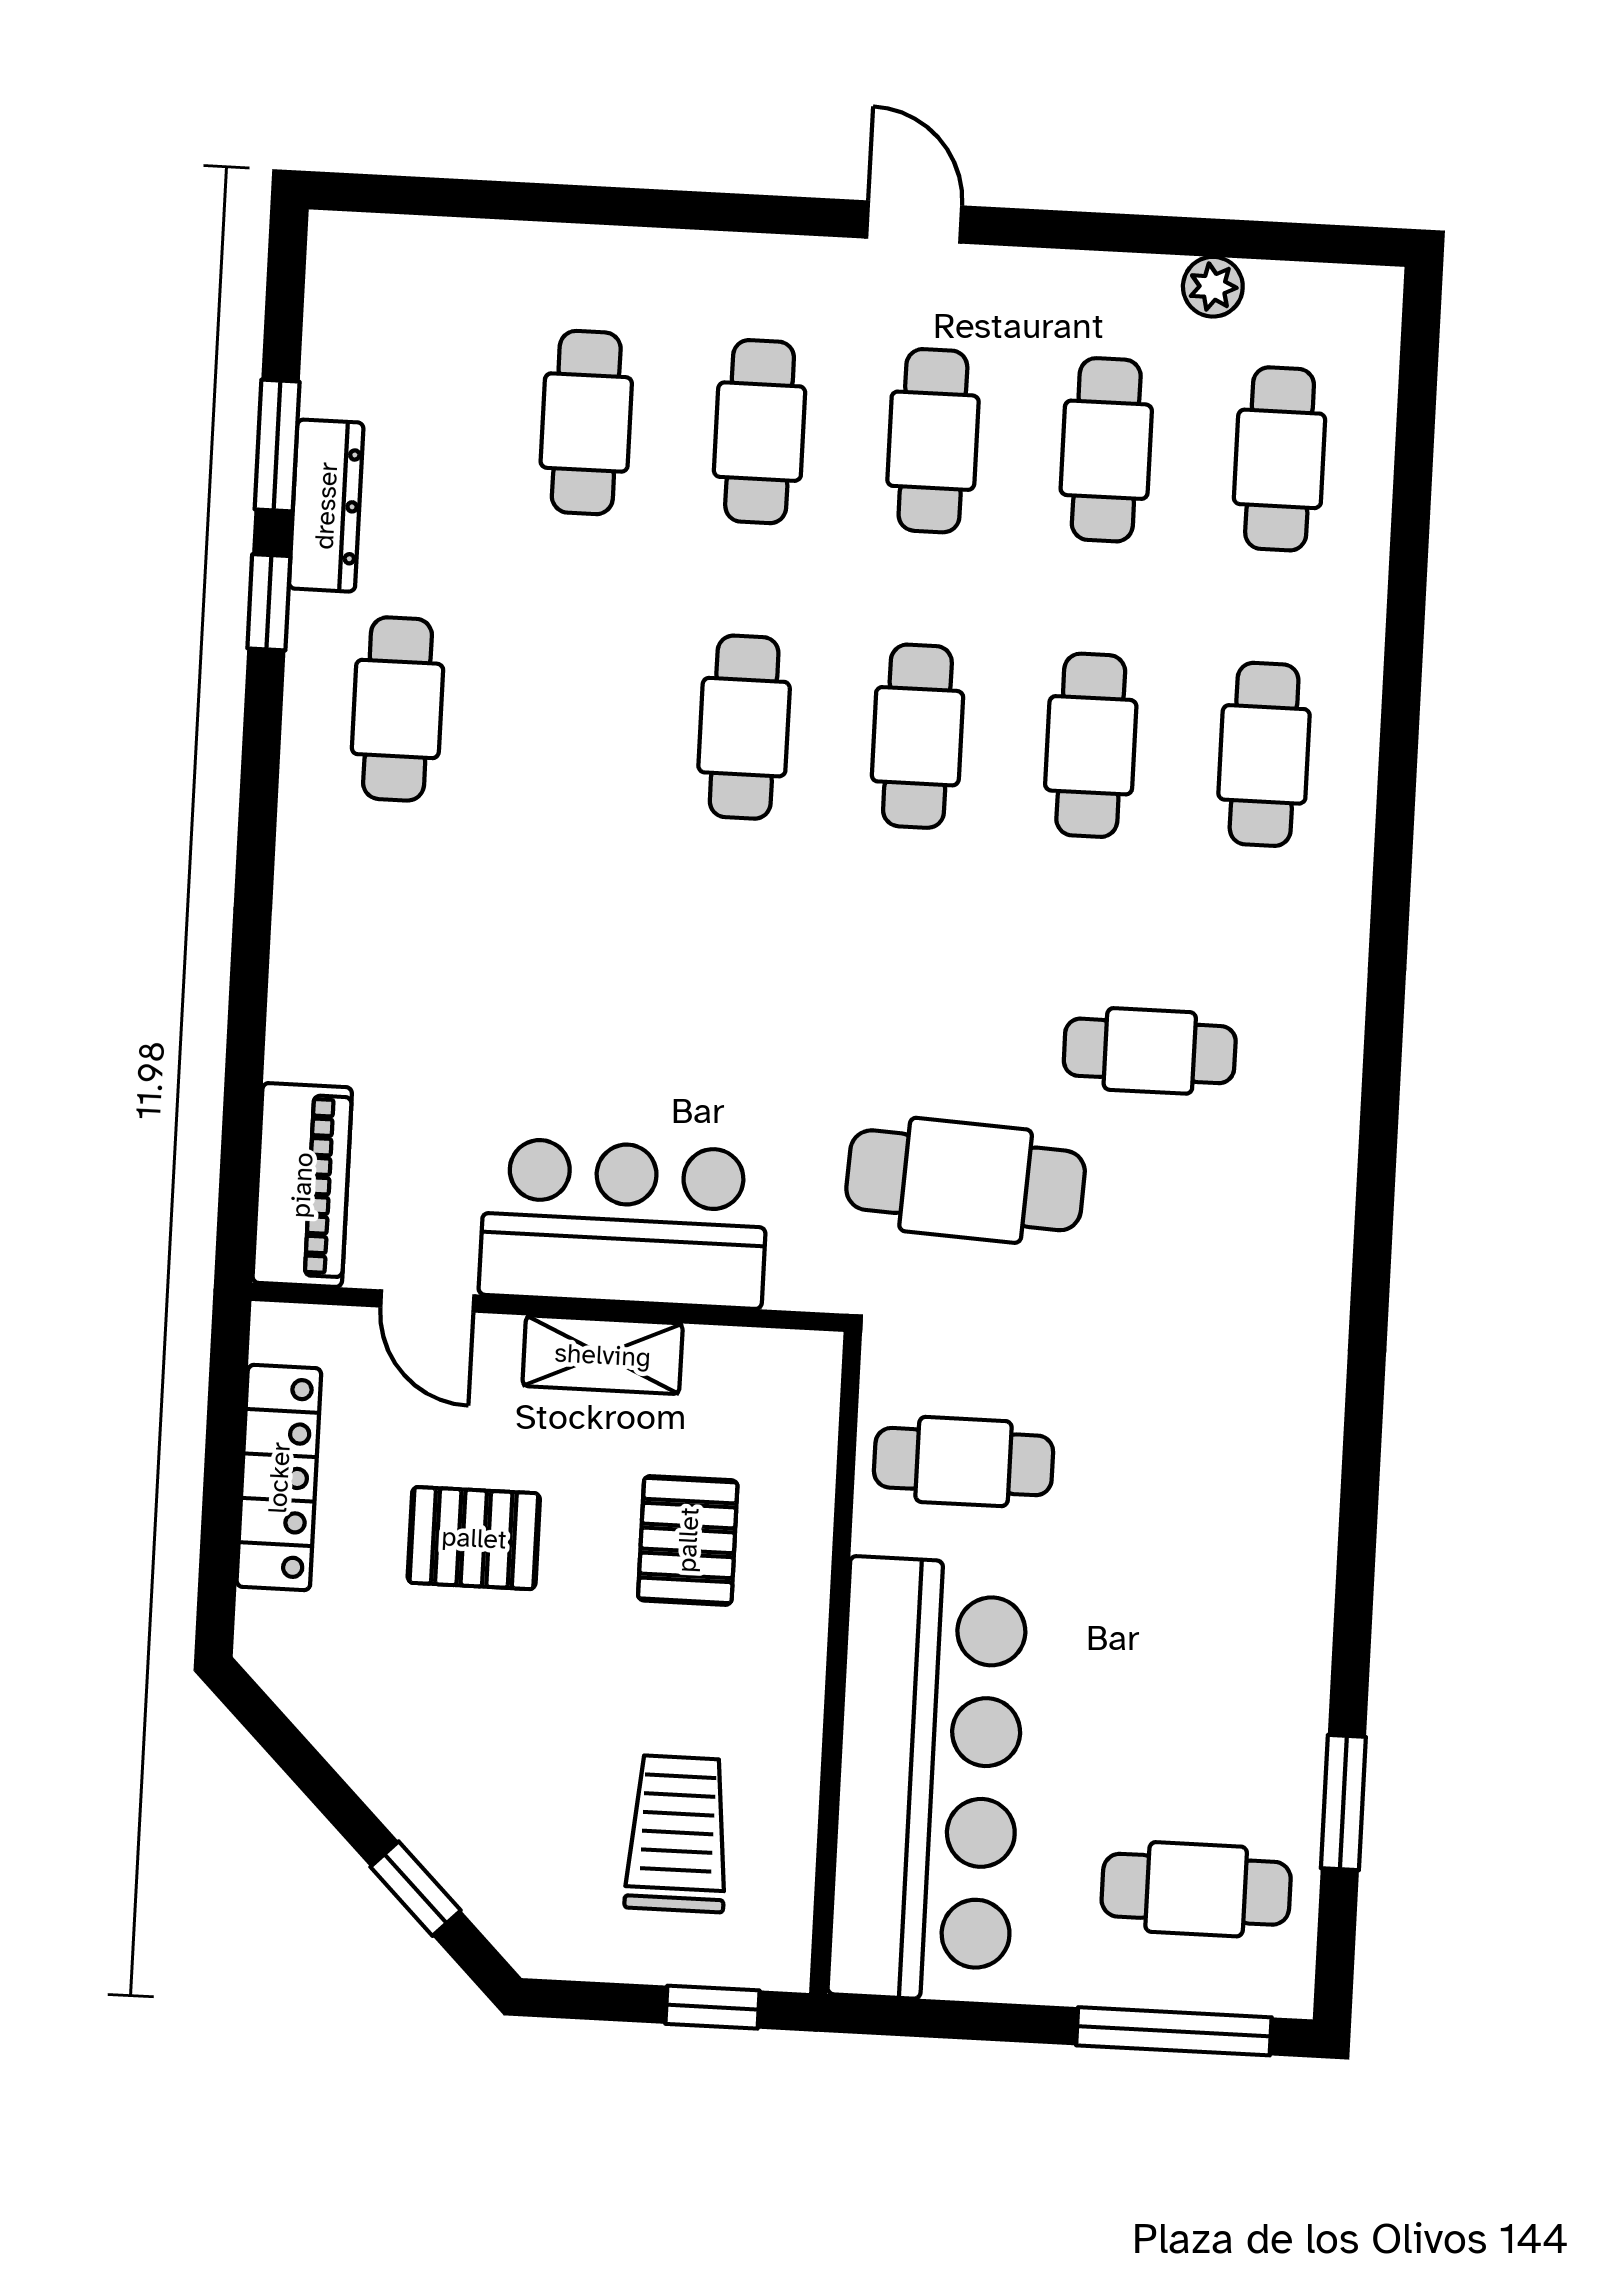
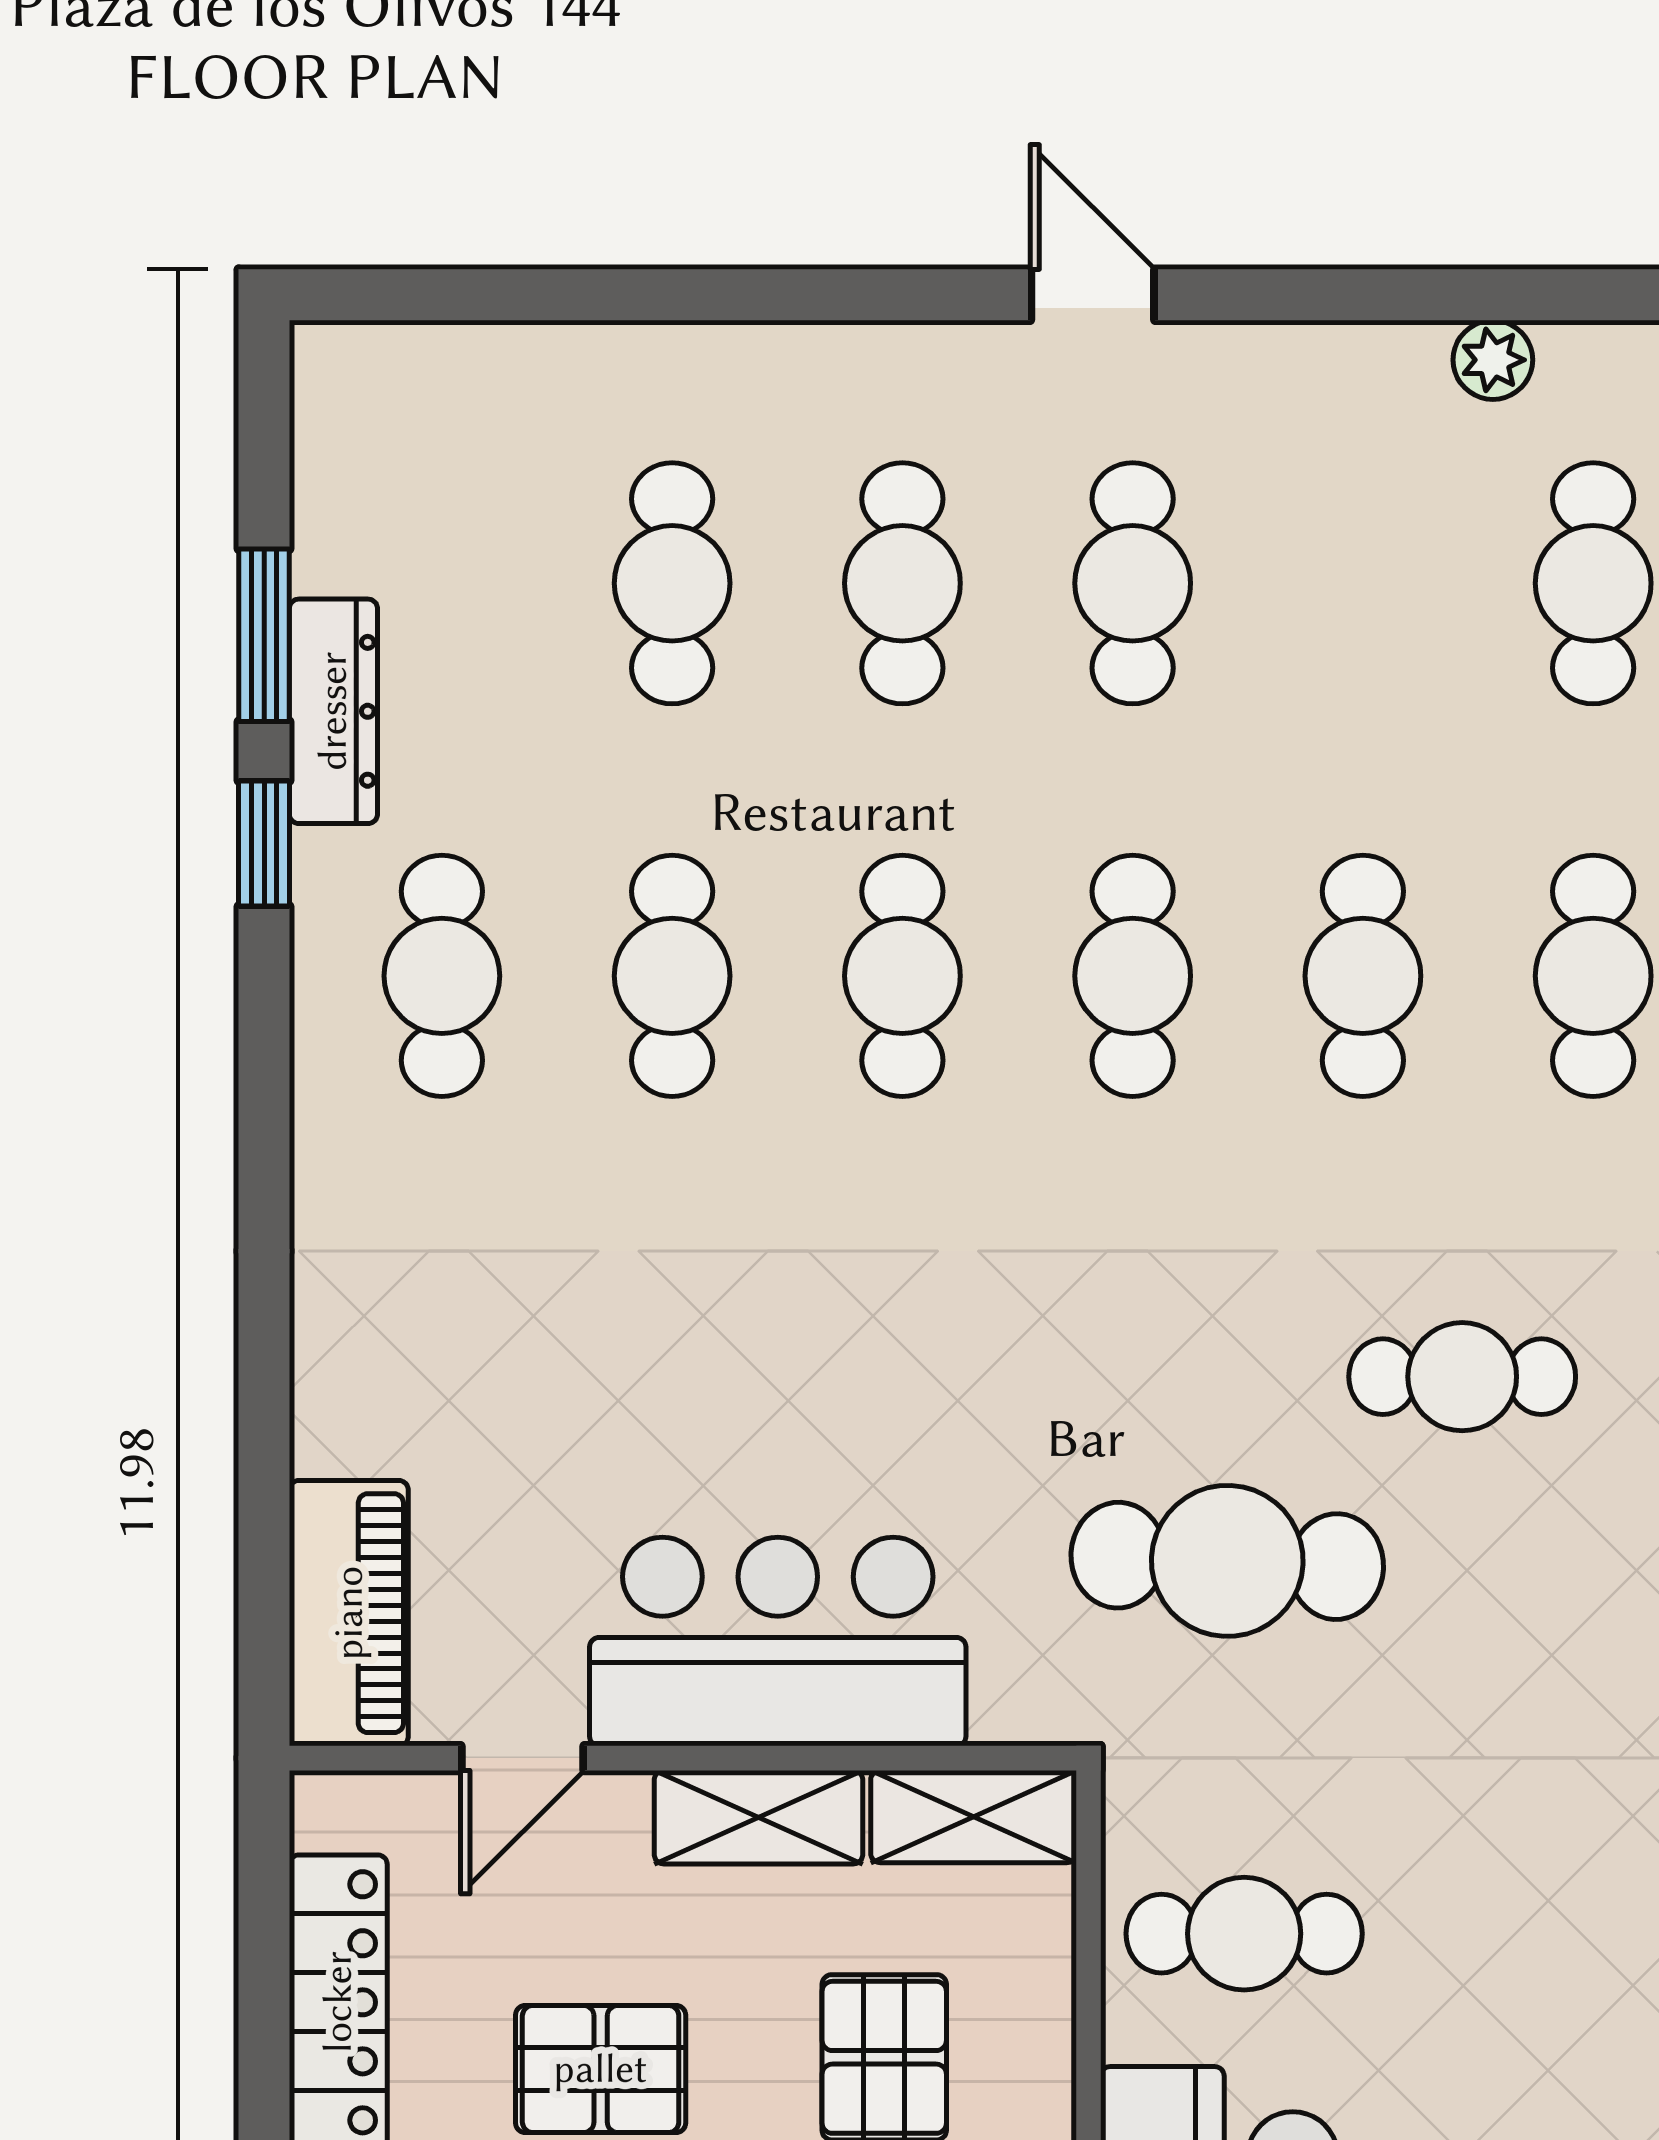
cafe table: (1106, 450) -> (672, 976), moved
door: (427, 1301) -> (523, 1758), hinge flipped
shelving: (765, 1363) -> (974, 1817), added

